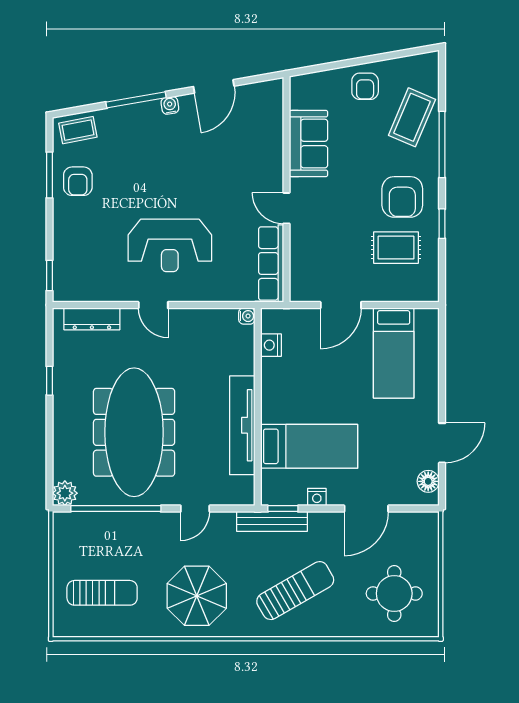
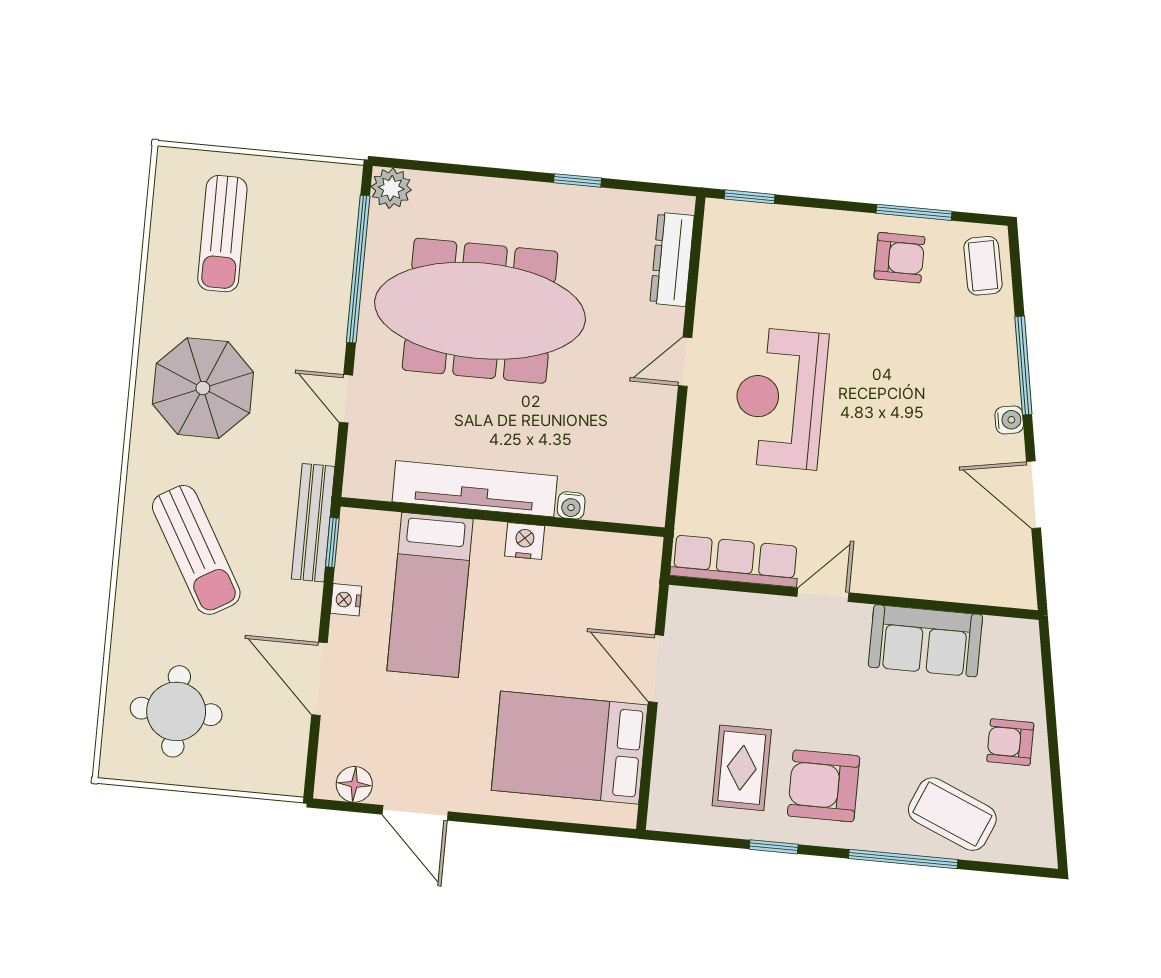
armchair: (78, 181) -> (899, 258), turned 180
water cooler: (247, 316) -> (571, 505), moved
nightstand: (271, 345) -> (525, 541), moved
bed: (394, 353) -> (570, 748), width x1.50

